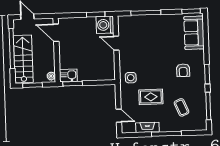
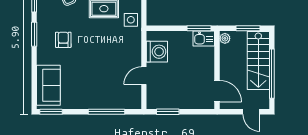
washing machine: (105, 25) -> (157, 52), moved
door: (116, 43) -> (144, 76), swing flipped
side table: (131, 78) -> (131, 20), moved

